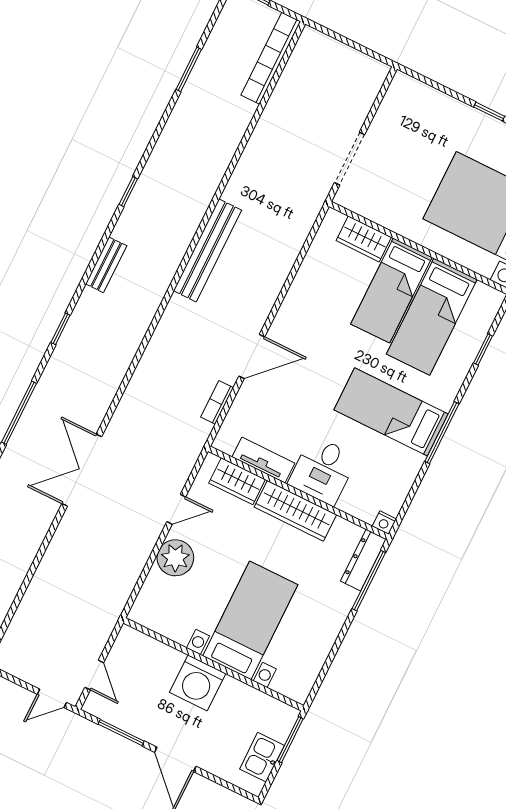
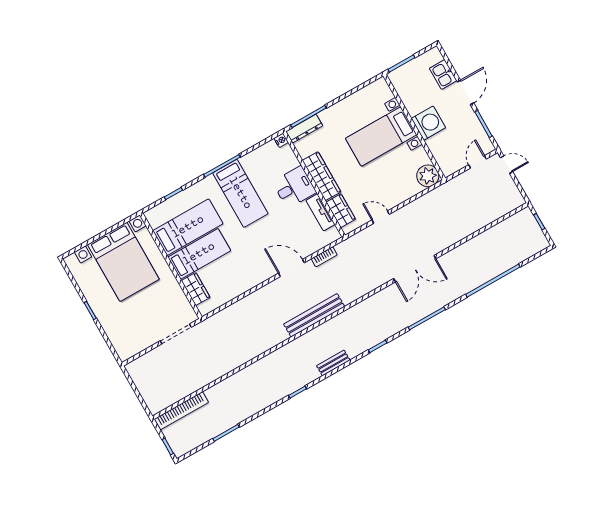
bench: (207, 250) -> (314, 315), moved
plant: (175, 558) -> (428, 176), moved
kitchen sink: (262, 757) -> (443, 74), moved, turned 90

